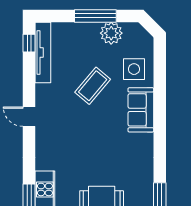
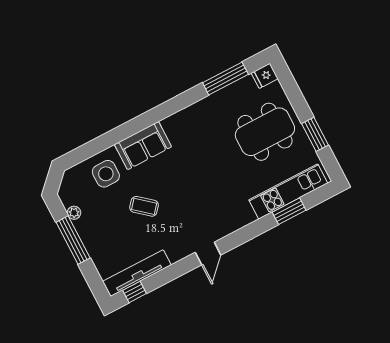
plant: (111, 33) -> (74, 213), width x0.53, depth x0.53
coffee table: (93, 86) -> (144, 206), width x0.73, depth x0.77

